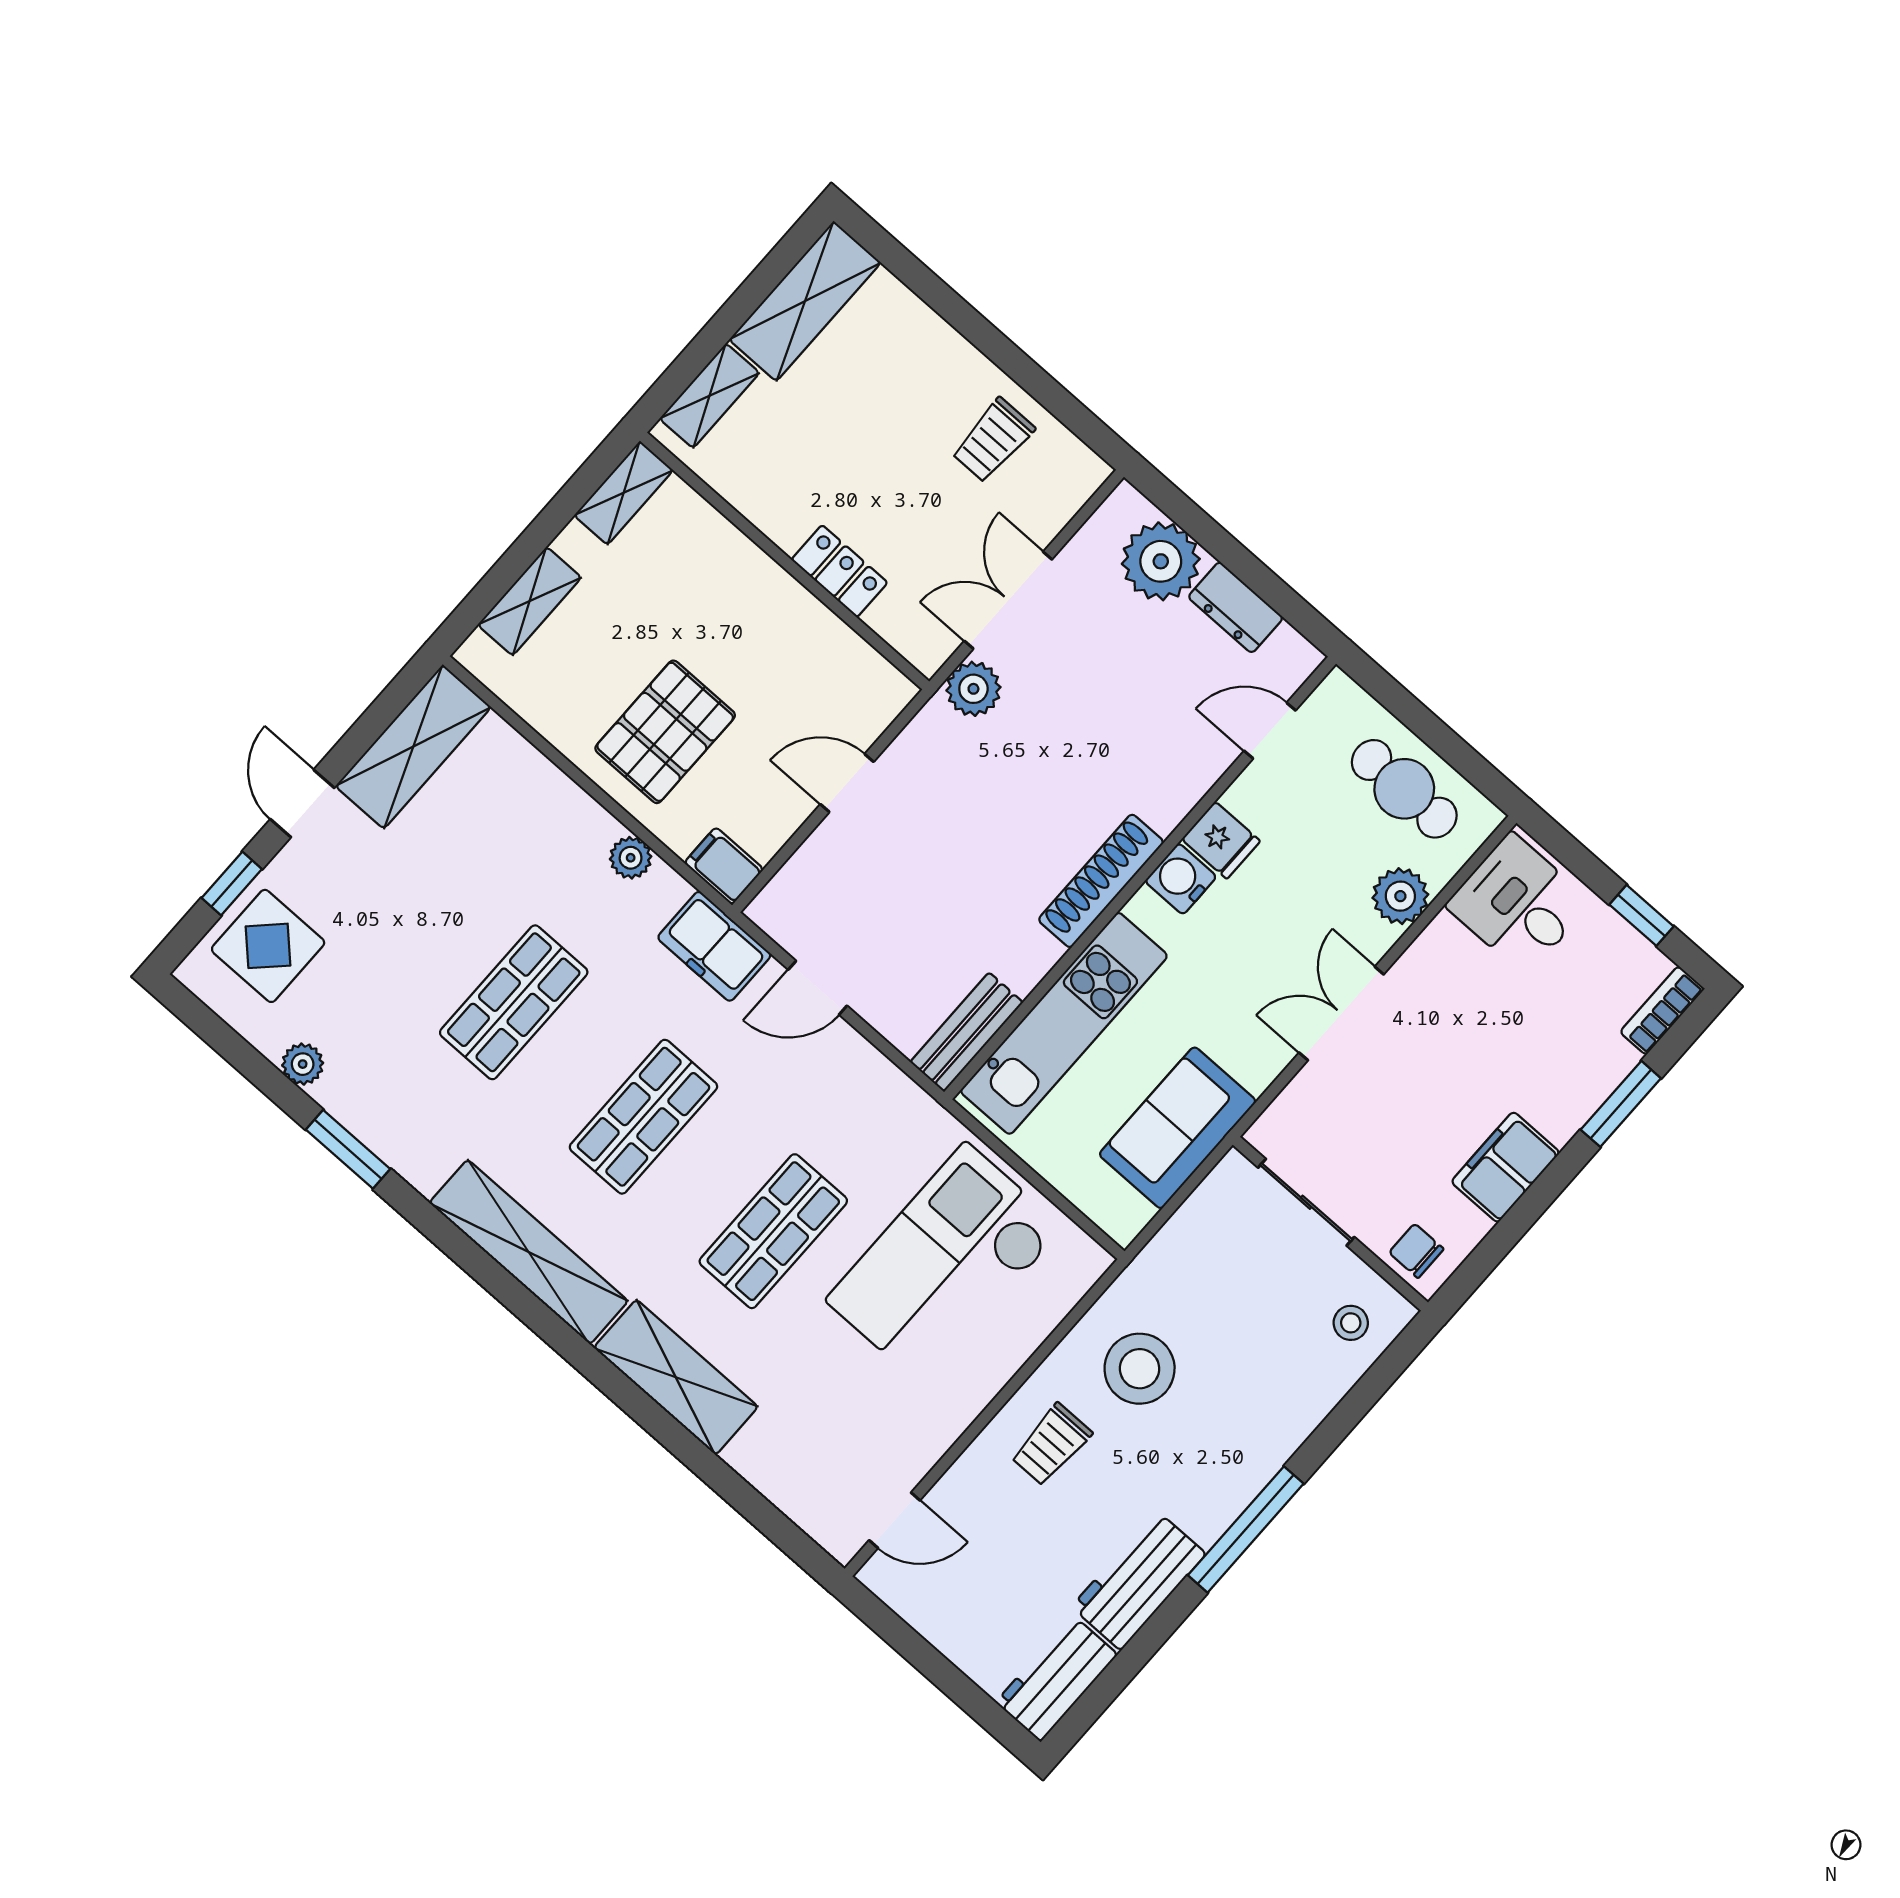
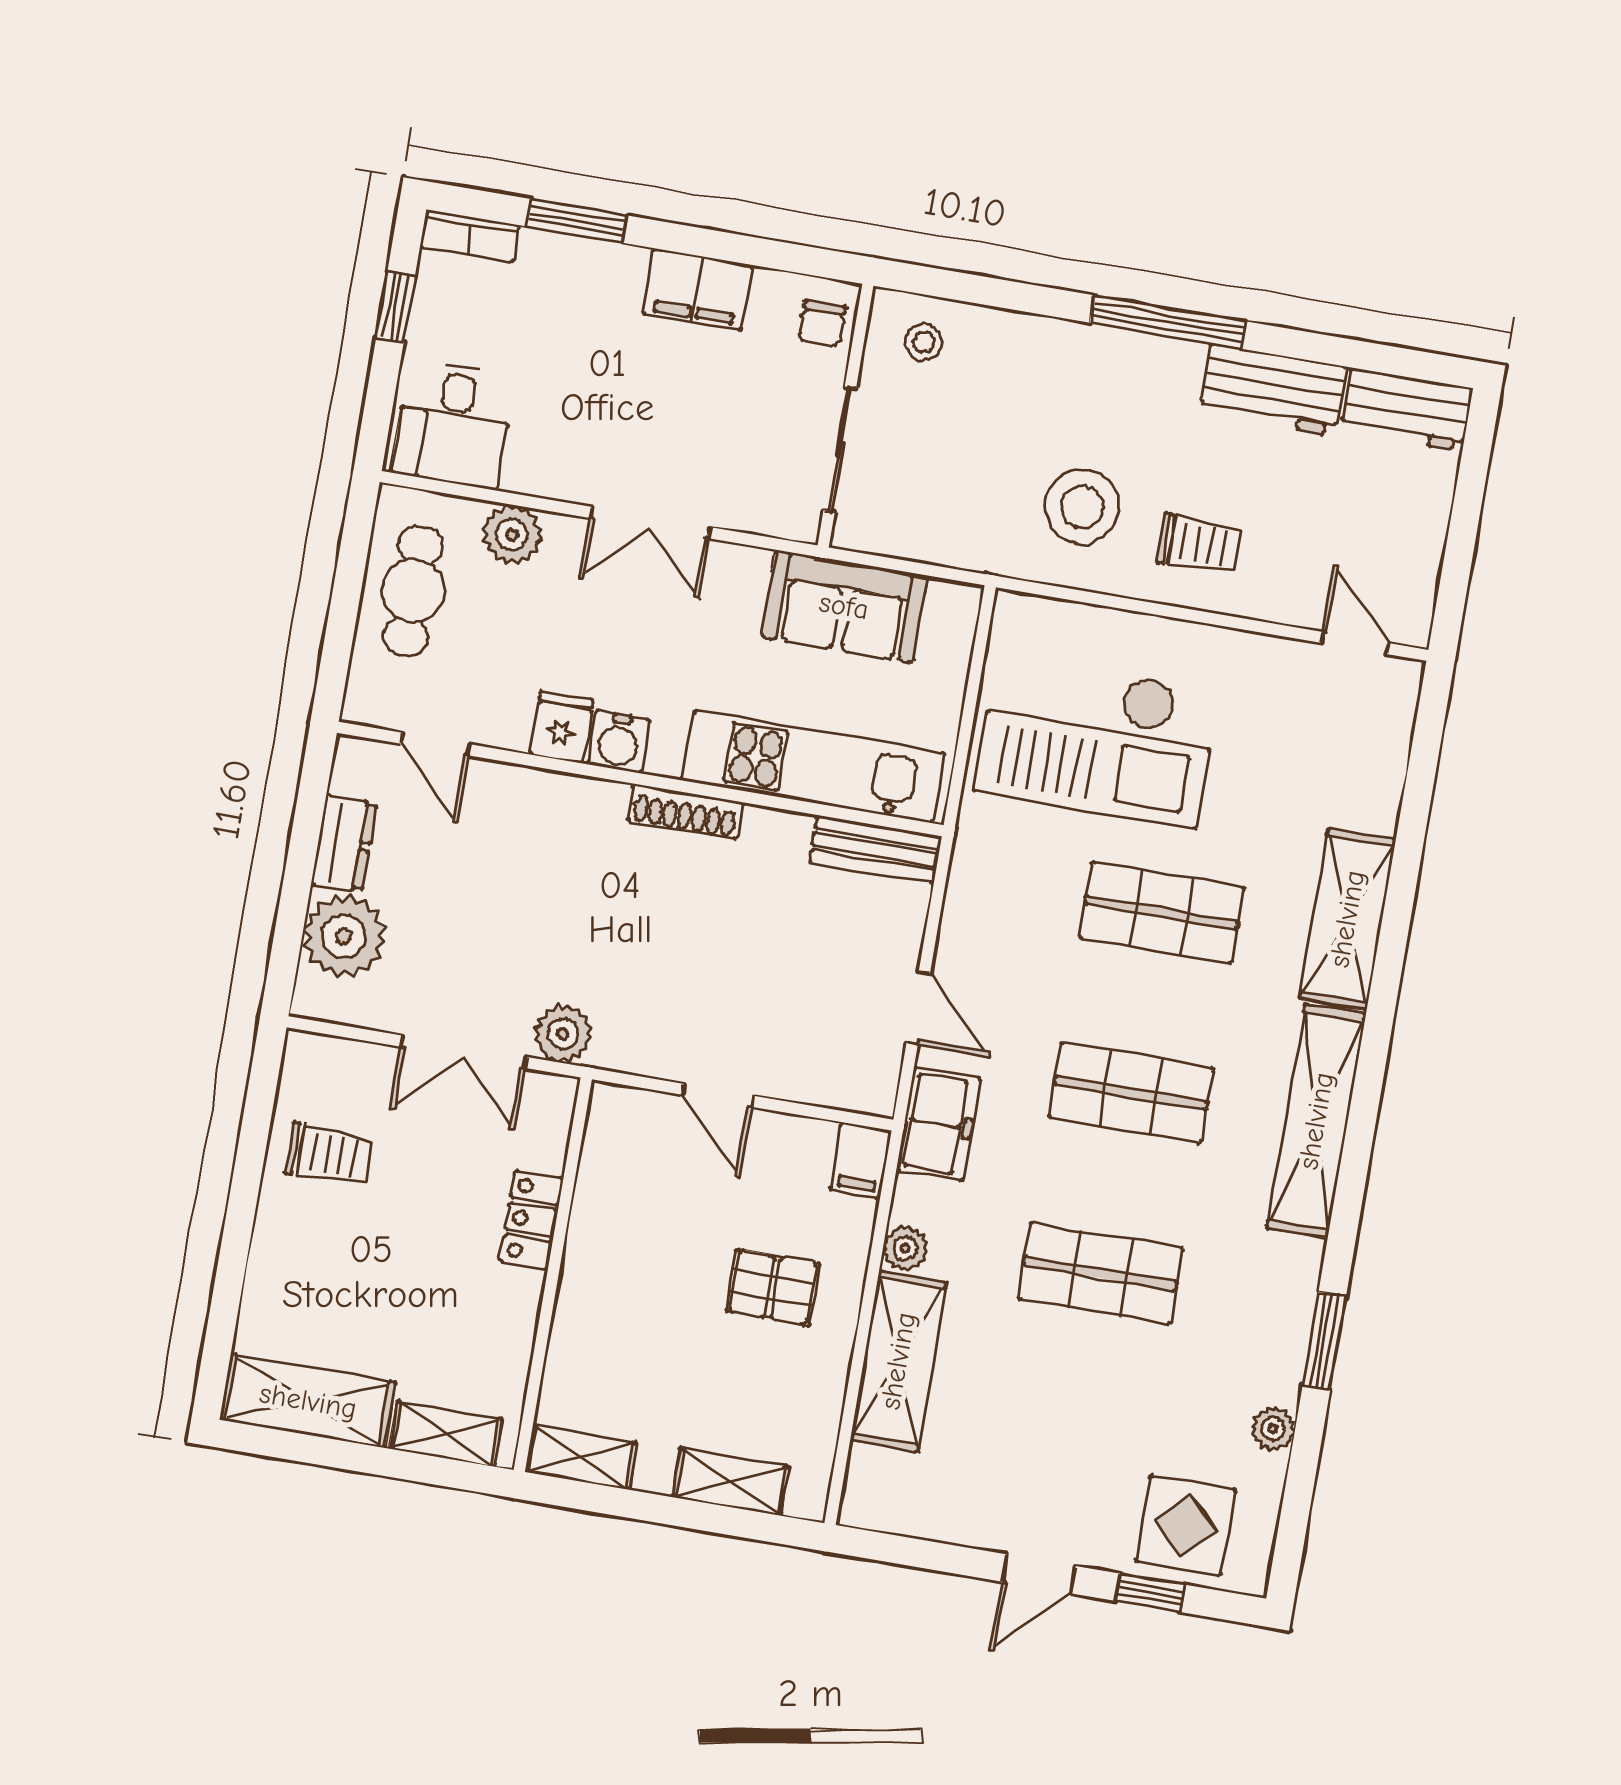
pallet: (665, 732) -> (773, 1287), width x0.67, depth x0.71
shelving: (413, 747) -> (898, 1361), moved, turned 90
shoe rack: (1101, 881) -> (685, 811), width x0.74, depth x0.81

